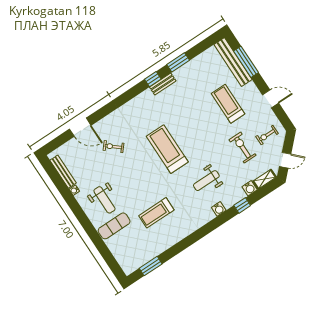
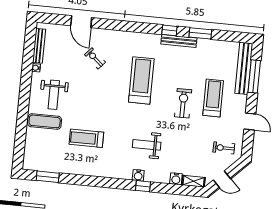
bench: (163, 84) -> (179, 41), width x1.36
exercise bike: (243, 148) -> (183, 103), moved
treadmill: (167, 149) -> (141, 80), moved
window: (242, 205) -> (143, 186), moved

